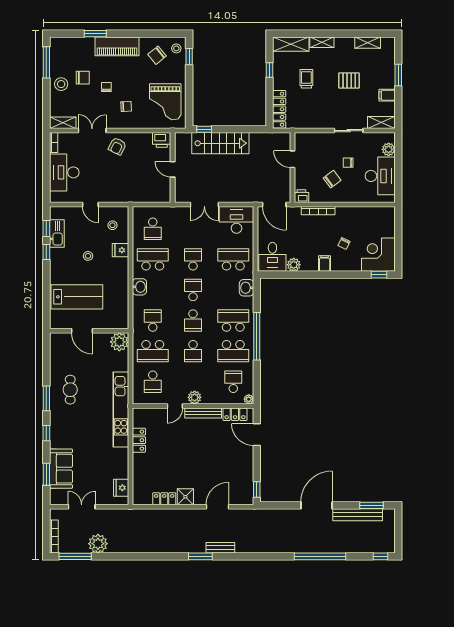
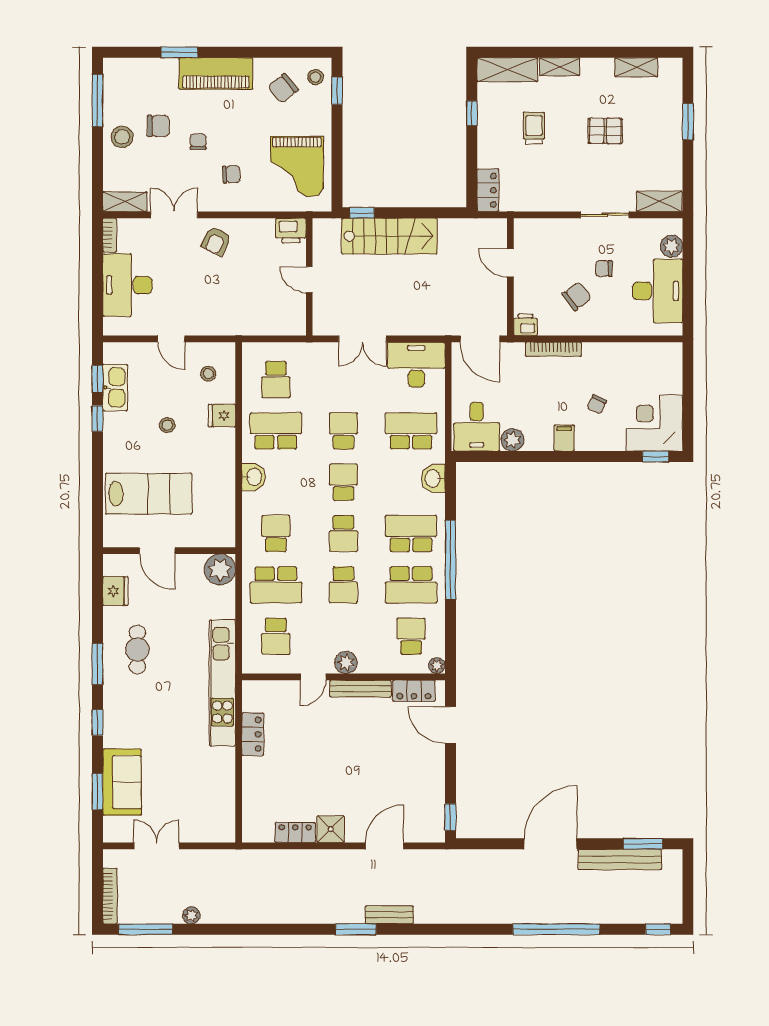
filing cabinet: (387, 95) -> (669, 156), removed
locker: (279, 109) -> (488, 190), width x0.66
fridge: (121, 488) -> (115, 591), moved, turned 180
plant: (98, 544) -> (191, 915), width x0.53, depth x0.53

